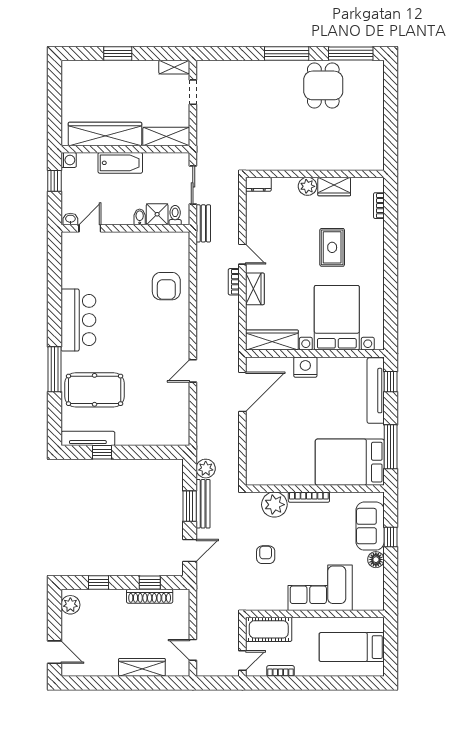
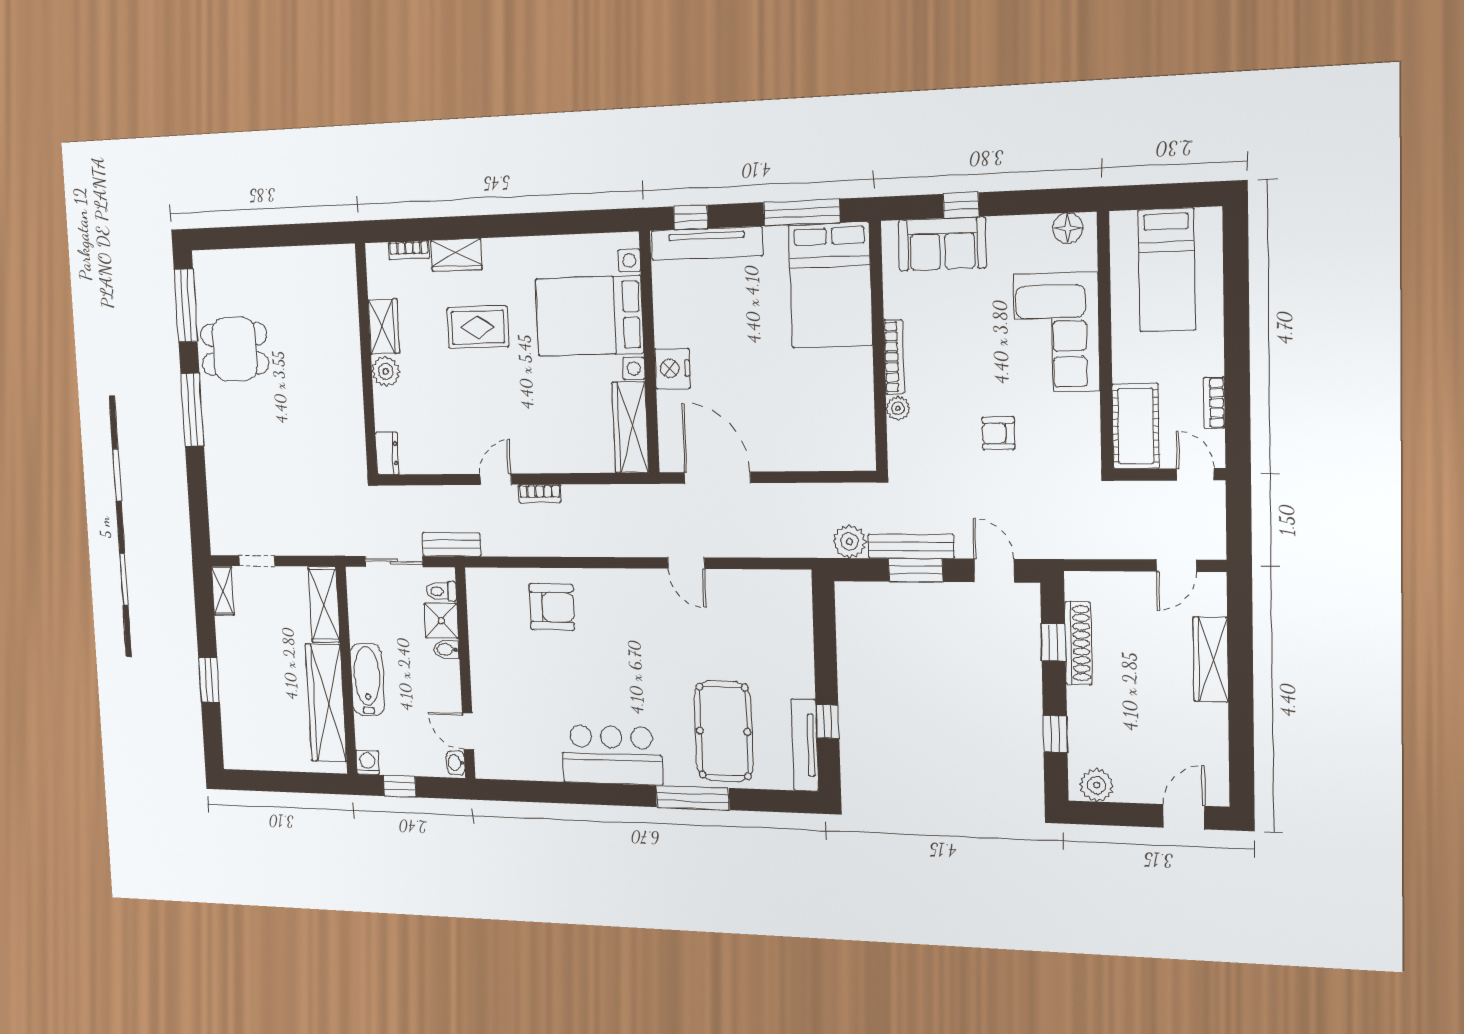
wardrobe: (255, 289) -> (456, 255), moved, turned 180
plant: (274, 505) -> (898, 408), width x0.53, depth x0.53
floor lamp: (376, 560) -> (1068, 228), moved

